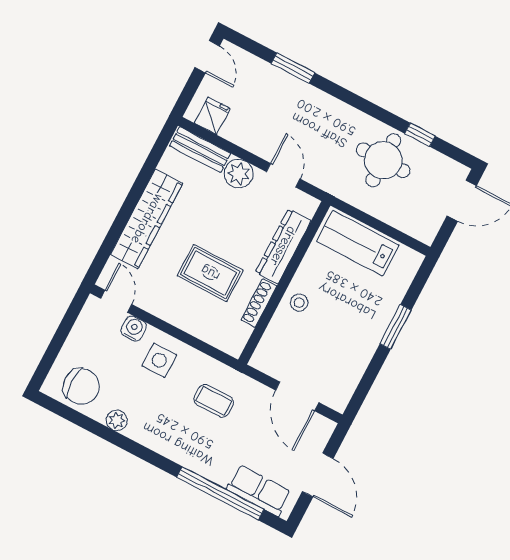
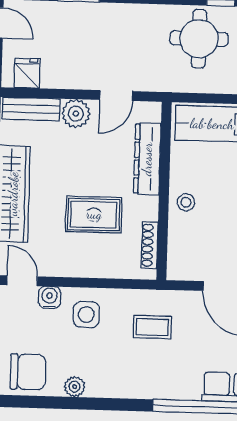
door: (283, 175) -> (116, 96), swing flipped
shoe rack: (259, 303) -> (150, 245), moved

